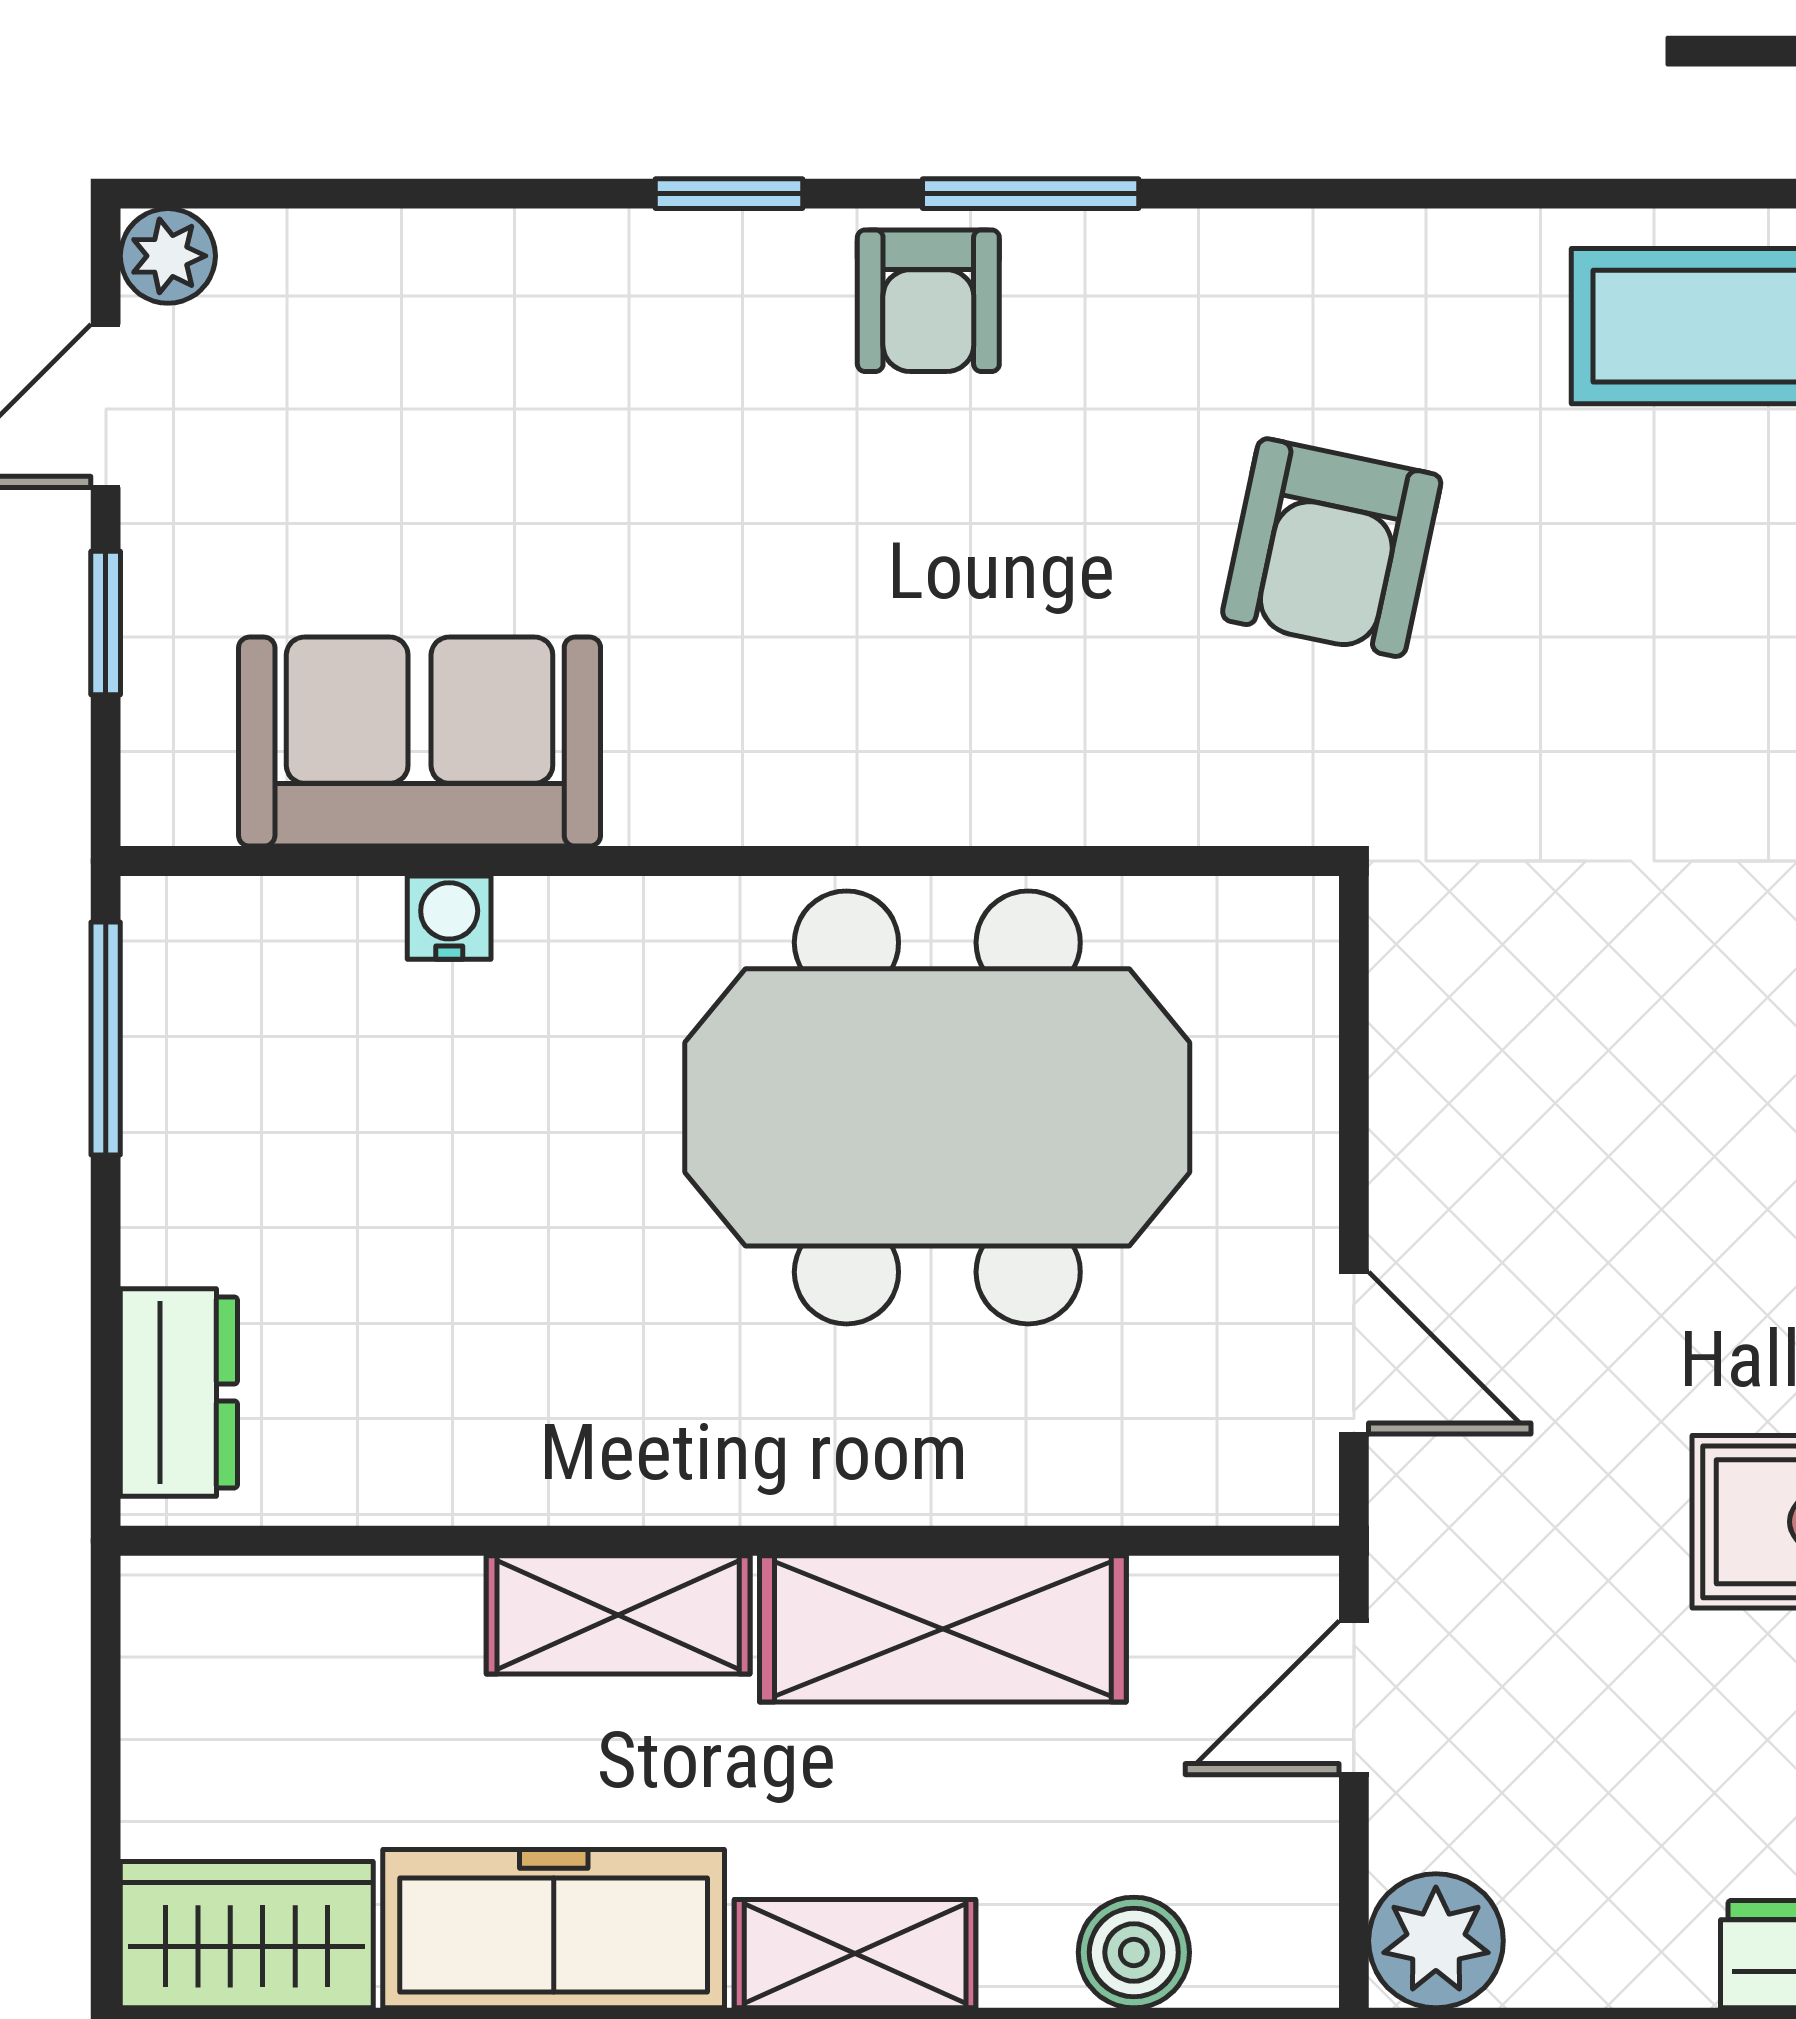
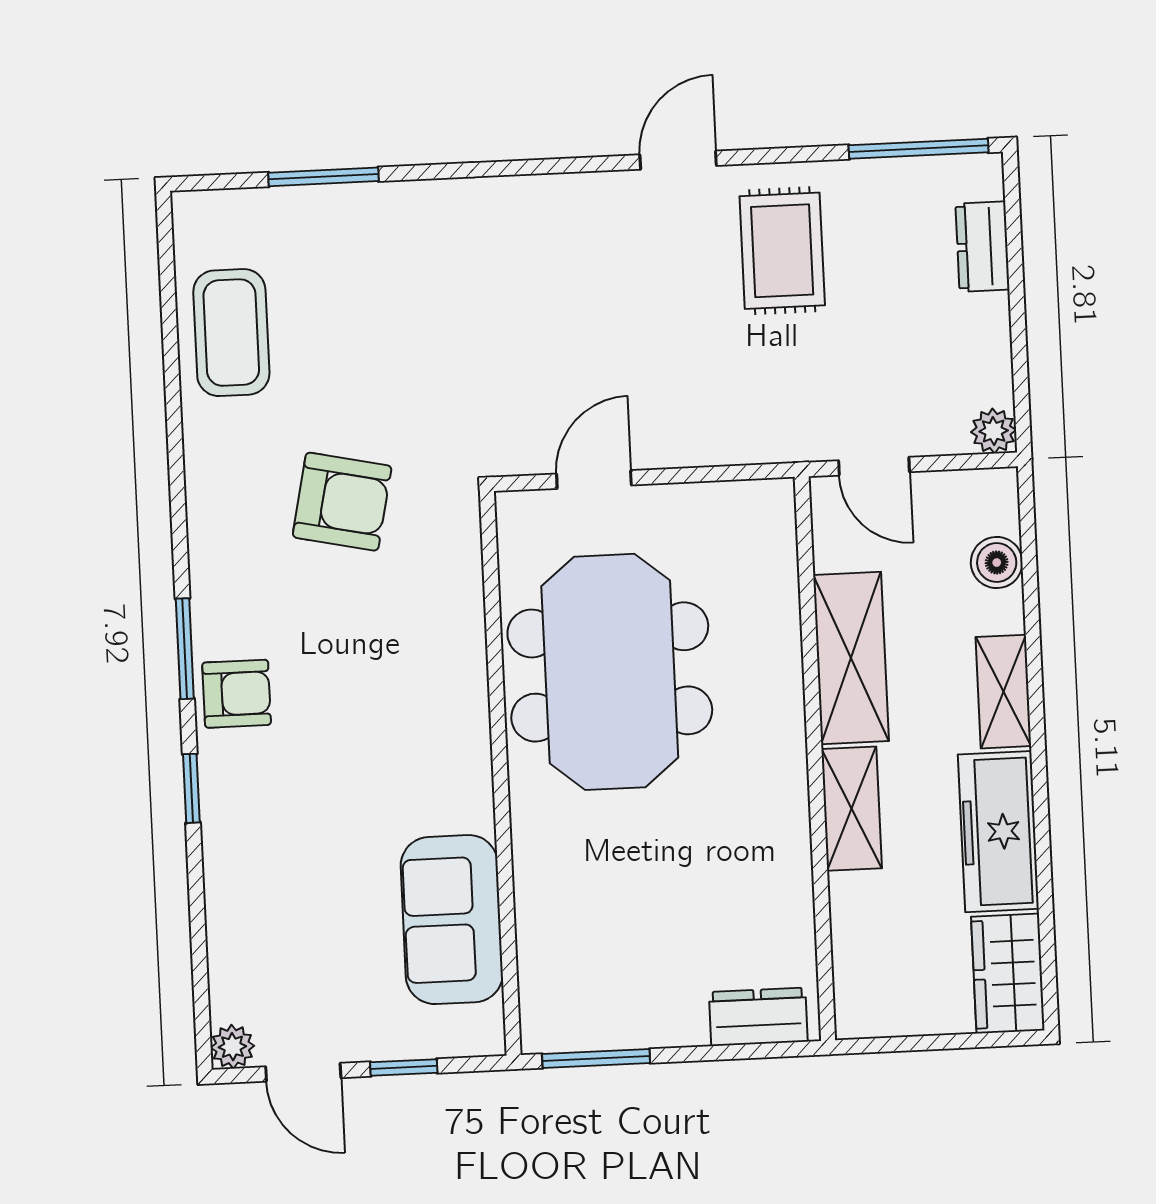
water cooler: (449, 918) -> (533, 902), removed
door: (1354, 1353) -> (594, 479), moved
plant: (1436, 1941) -> (994, 431), width x0.73, depth x0.73

